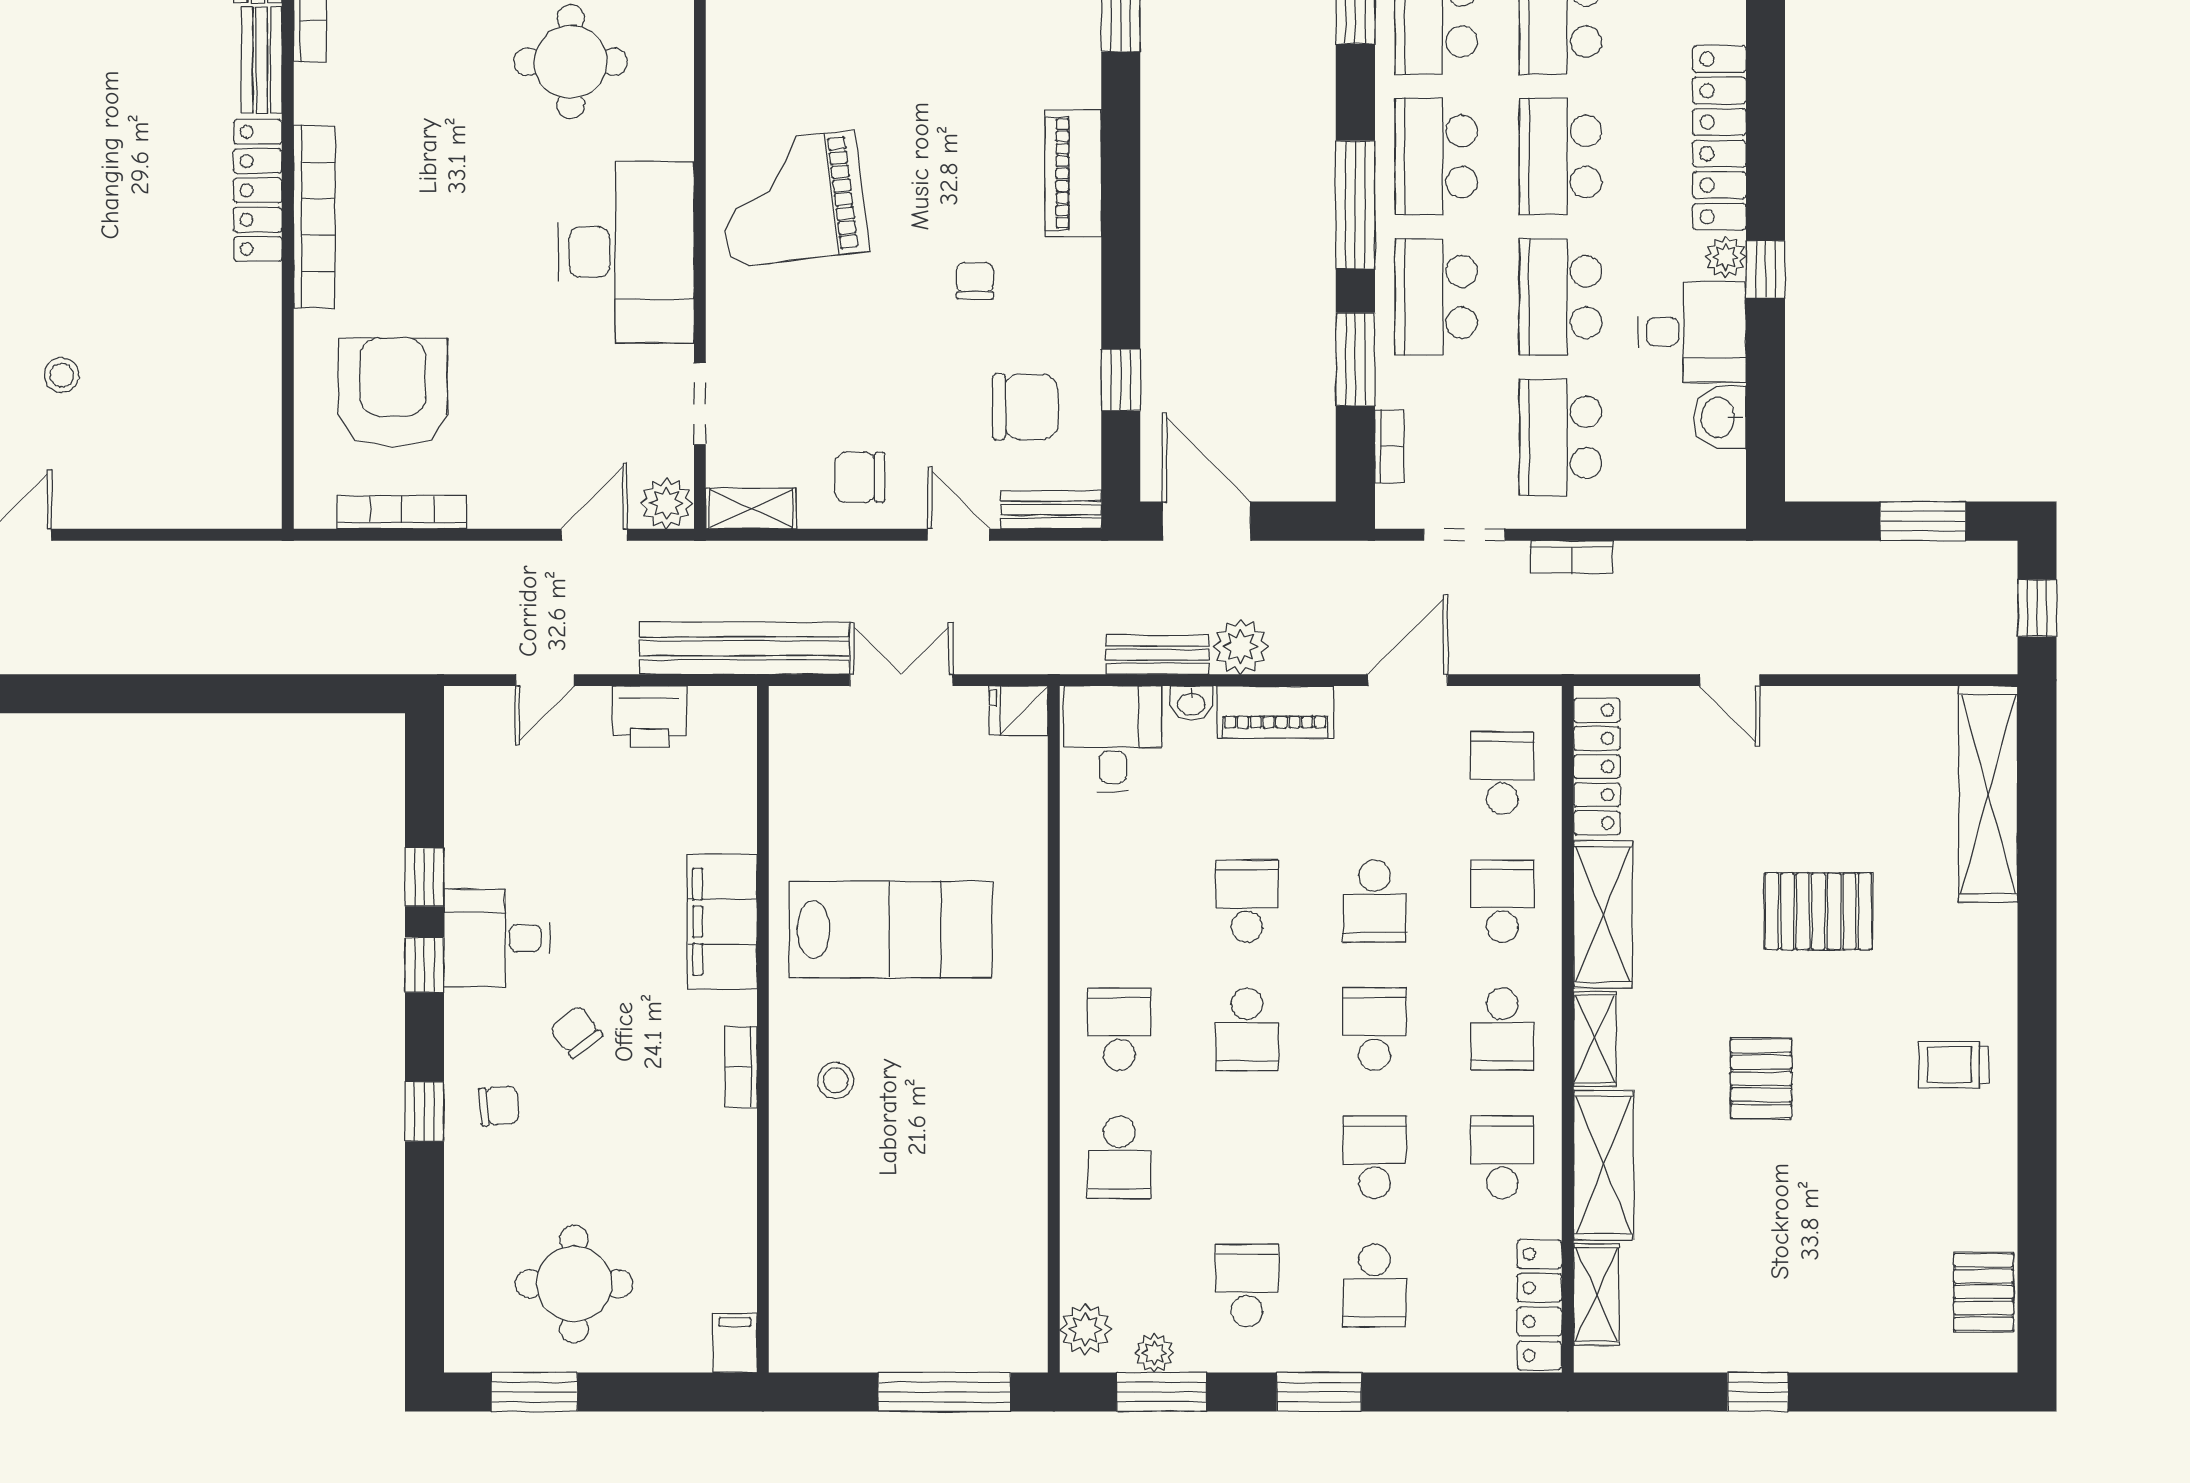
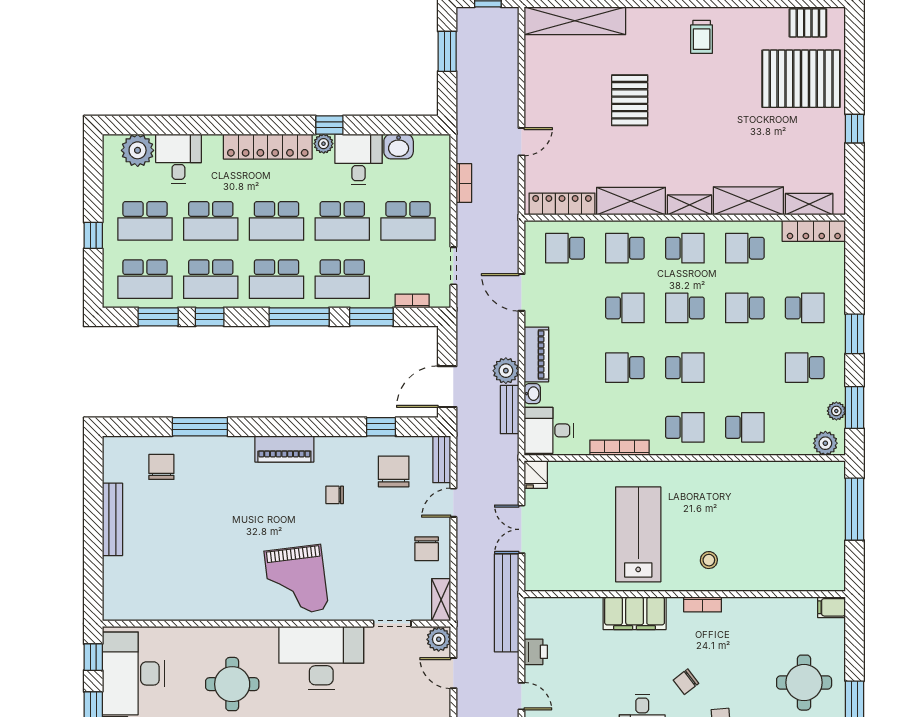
bookcase: (1572, 557) -> (464, 183), moved
printer: (650, 717) -> (536, 652), width x0.73, depth x0.81
bookcase: (1076, 890) -> (620, 448), added
school desk: (1119, 1029) -> (685, 427), turned 180
pallet: (1761, 1079) -> (801, 79), moved, width x2.05, depth x2.00

